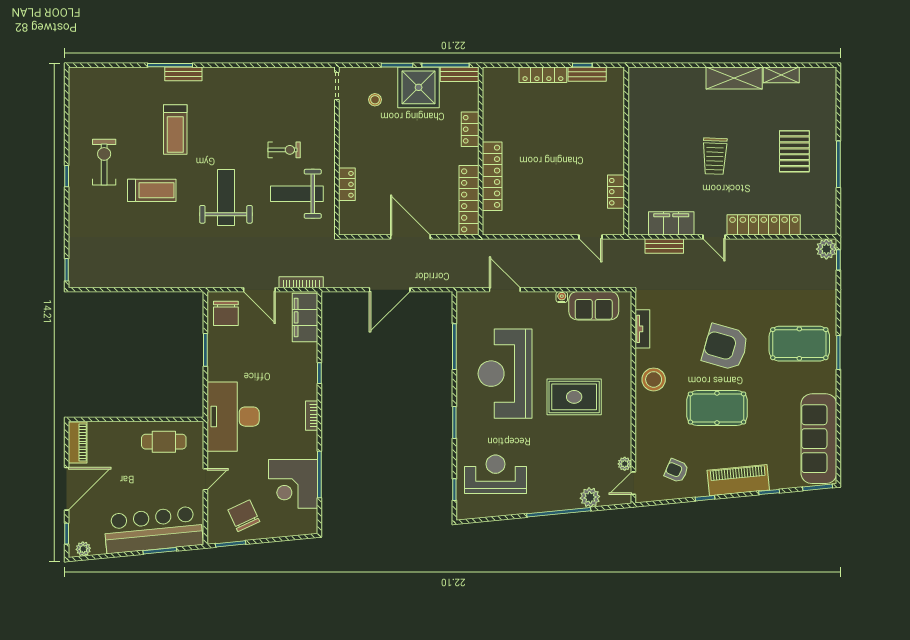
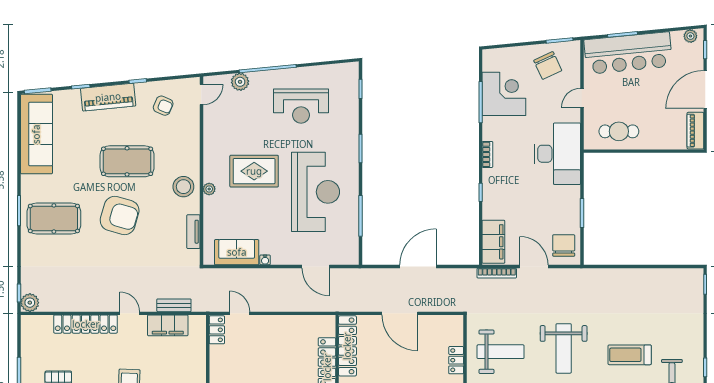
locker: (616, 192) -> (217, 330), moved
plant: (625, 464) -> (209, 189), moved
reception desk: (496, 474) -> (301, 106), moved

